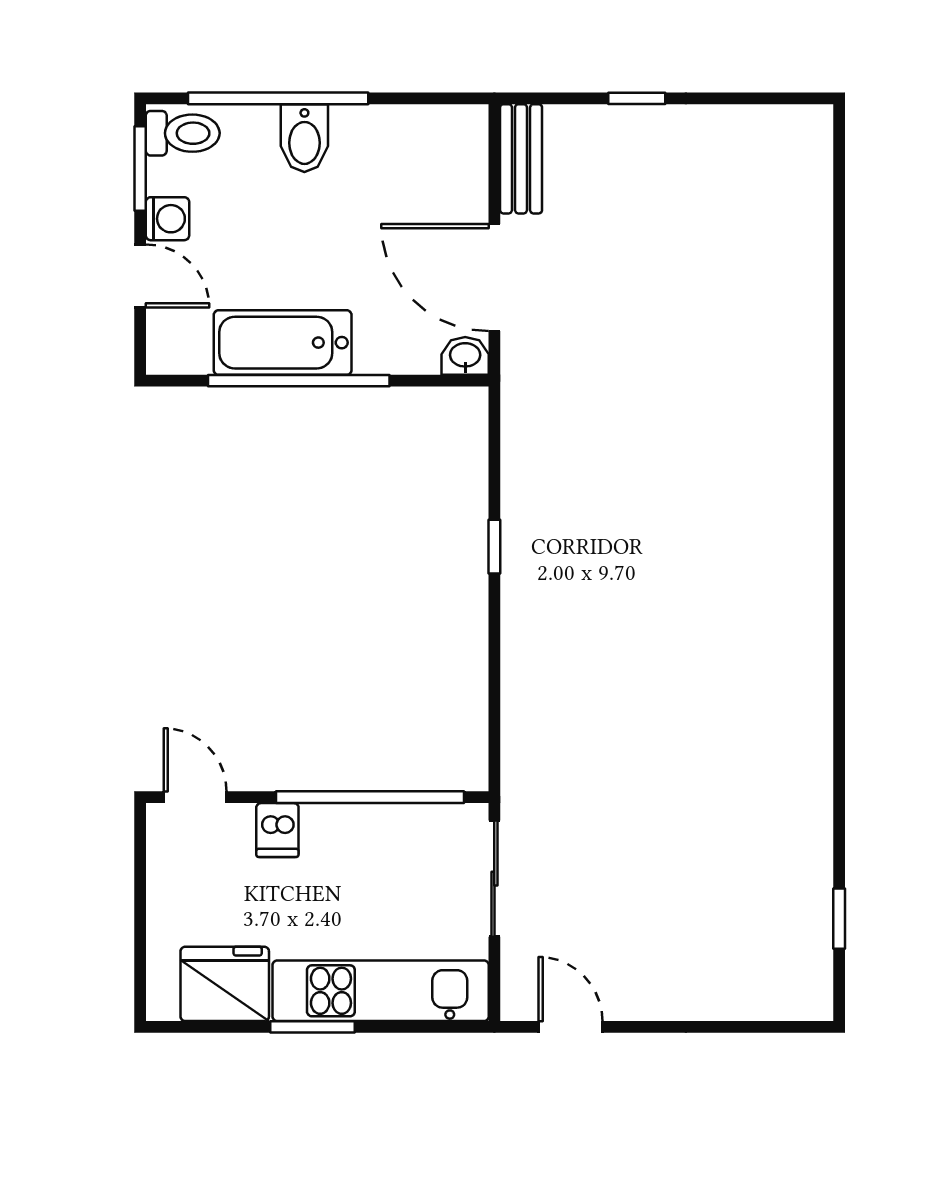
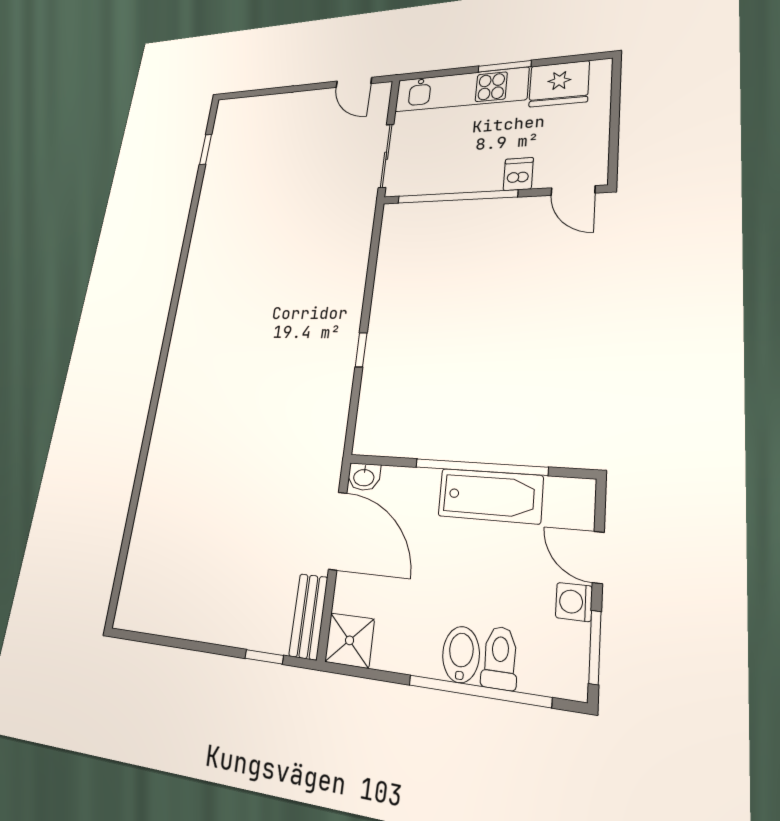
window: (637, 98) -> (264, 657), moved
toilet: (183, 133) -> (500, 658), moved, turned 90
shower: (457, 136) -> (350, 640), added

